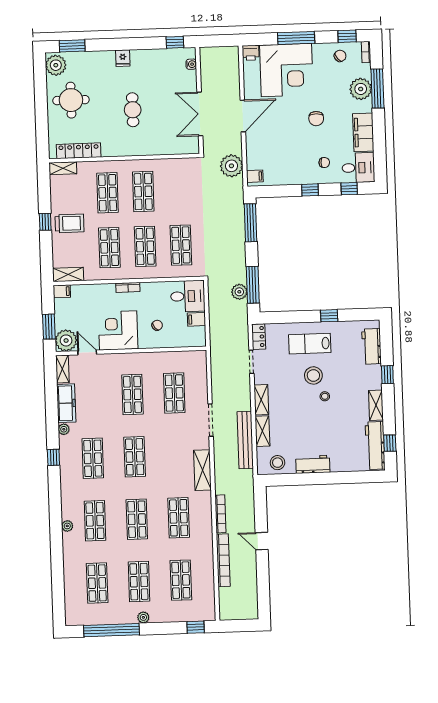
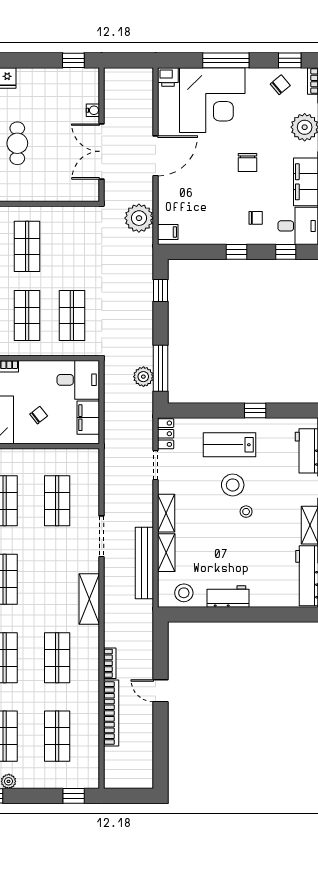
water cooler: (191, 64) -> (93, 110), moved
window: (251, 223) -> (160, 290), width x0.46
filing cabinet: (196, 319) -> (88, 418), width x2.00
bookcase: (220, 514) -> (110, 663), width x0.64

